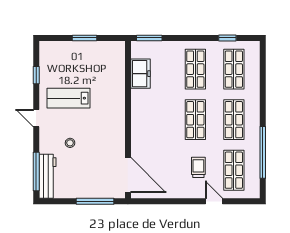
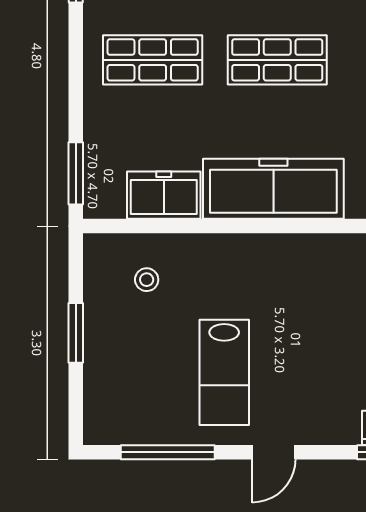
window: (36, 75) -> (168, 452), width x2.17
freezer: (143, 118) -> (273, 189), added
stool: (70, 143) -> (147, 280), moved

